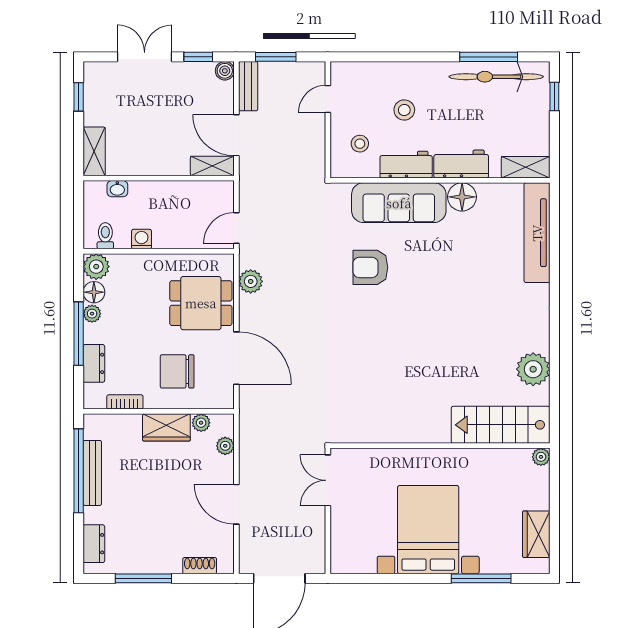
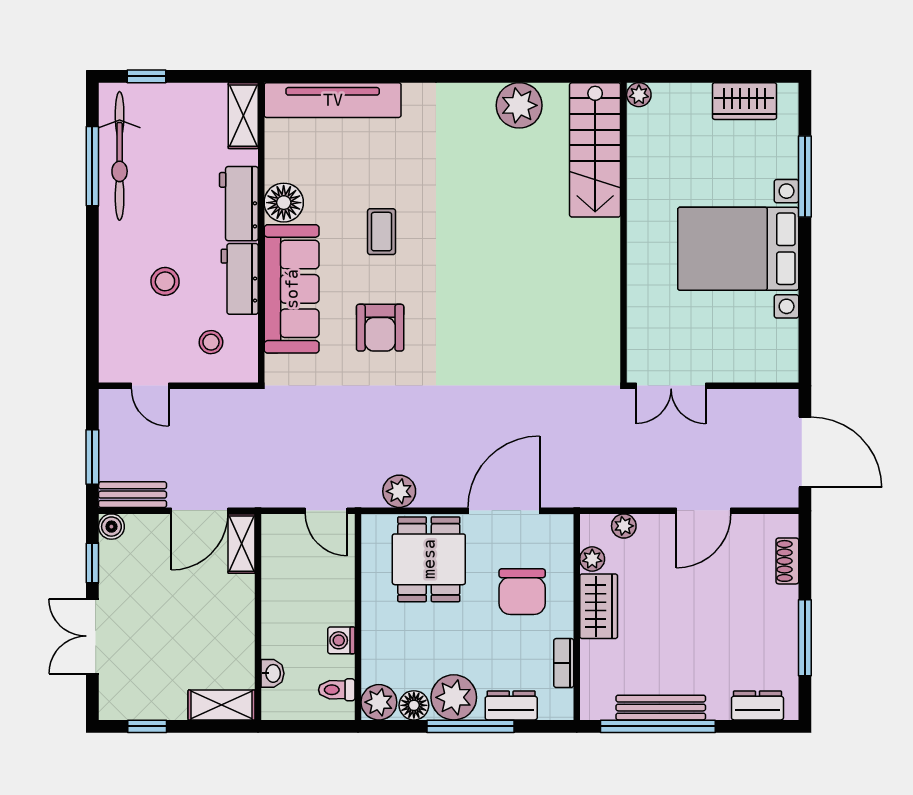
coffee table: (441, 268) -> (382, 232), added
plant: (92, 314) -> (454, 697), width x1.88, depth x1.88

